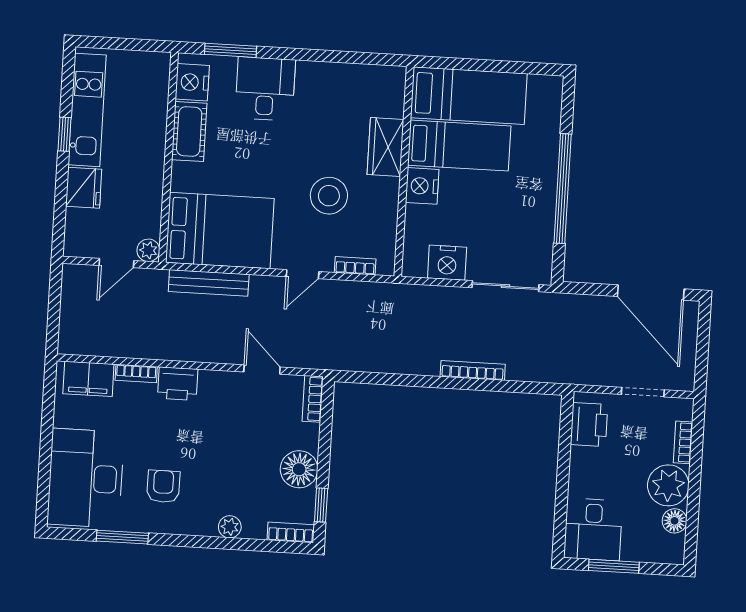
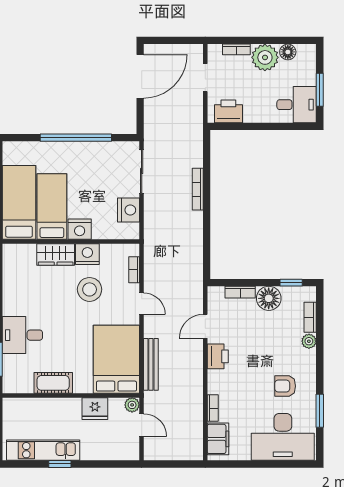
nightstand: (192, 82) -> (87, 254), moved, turned 180
fridge: (84, 188) -> (95, 409), moved, turned 180
printer: (178, 384) -> (218, 356), moved
bookcase: (313, 399) -> (240, 292), moved
bookcase: (291, 532) -> (310, 317), moved

